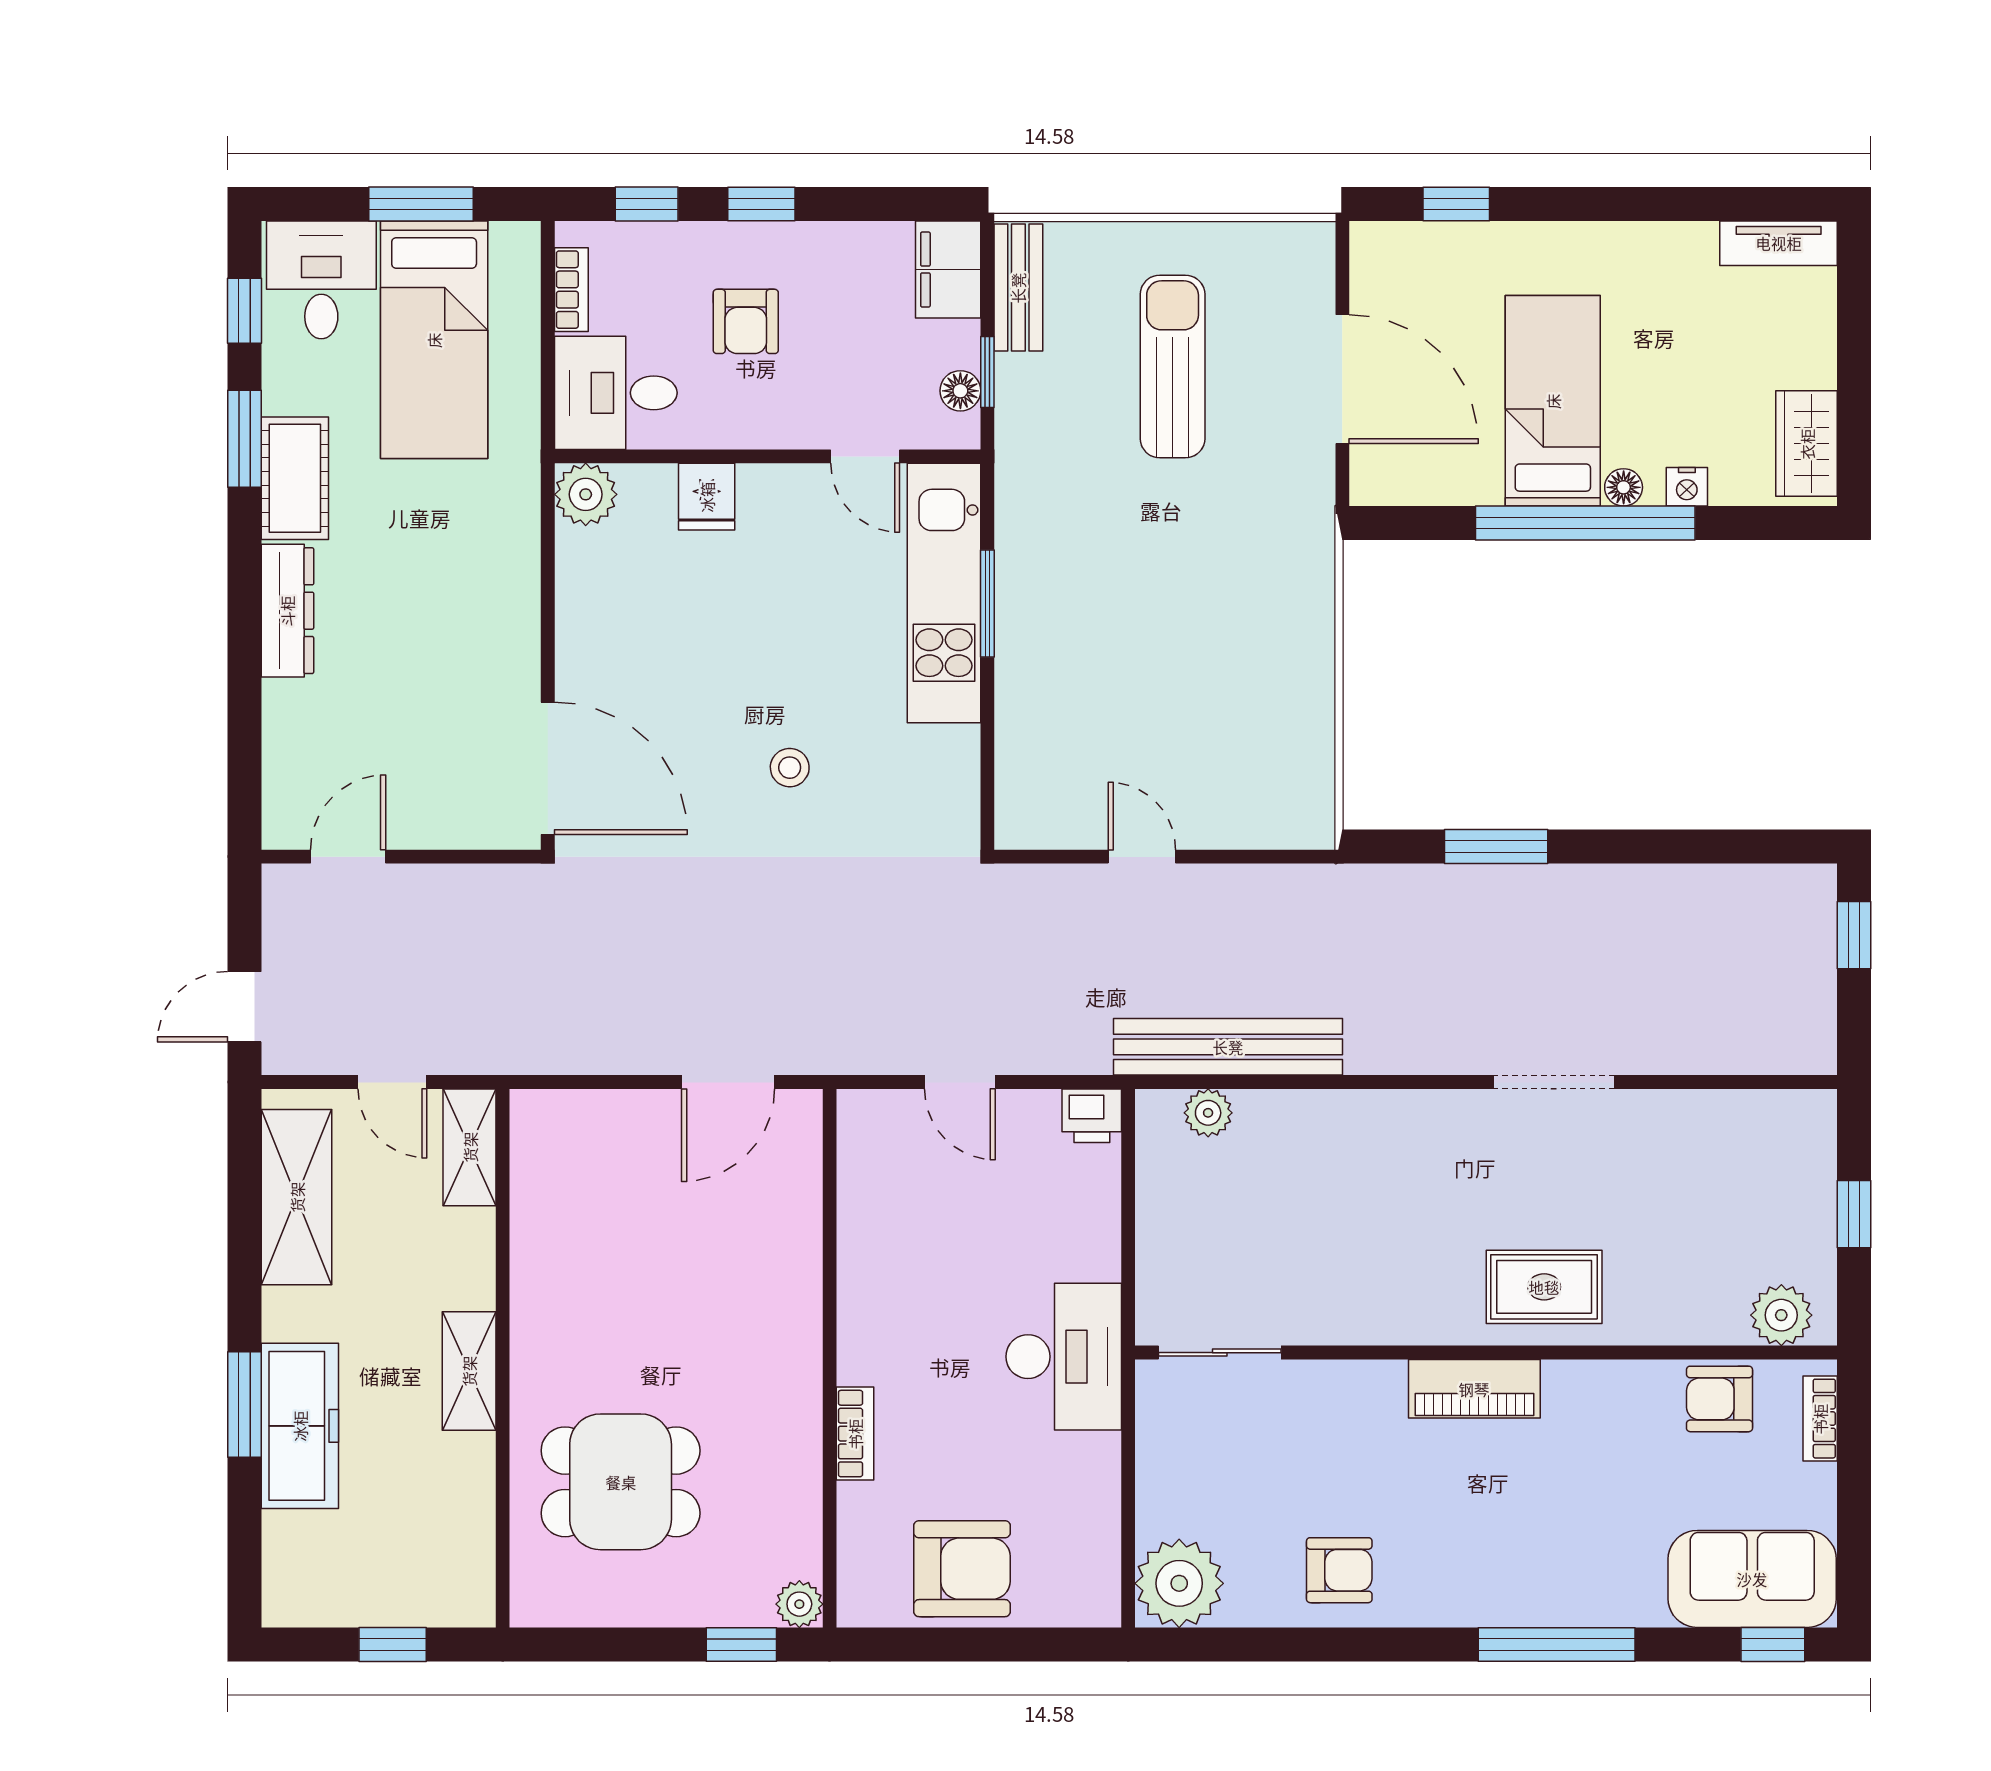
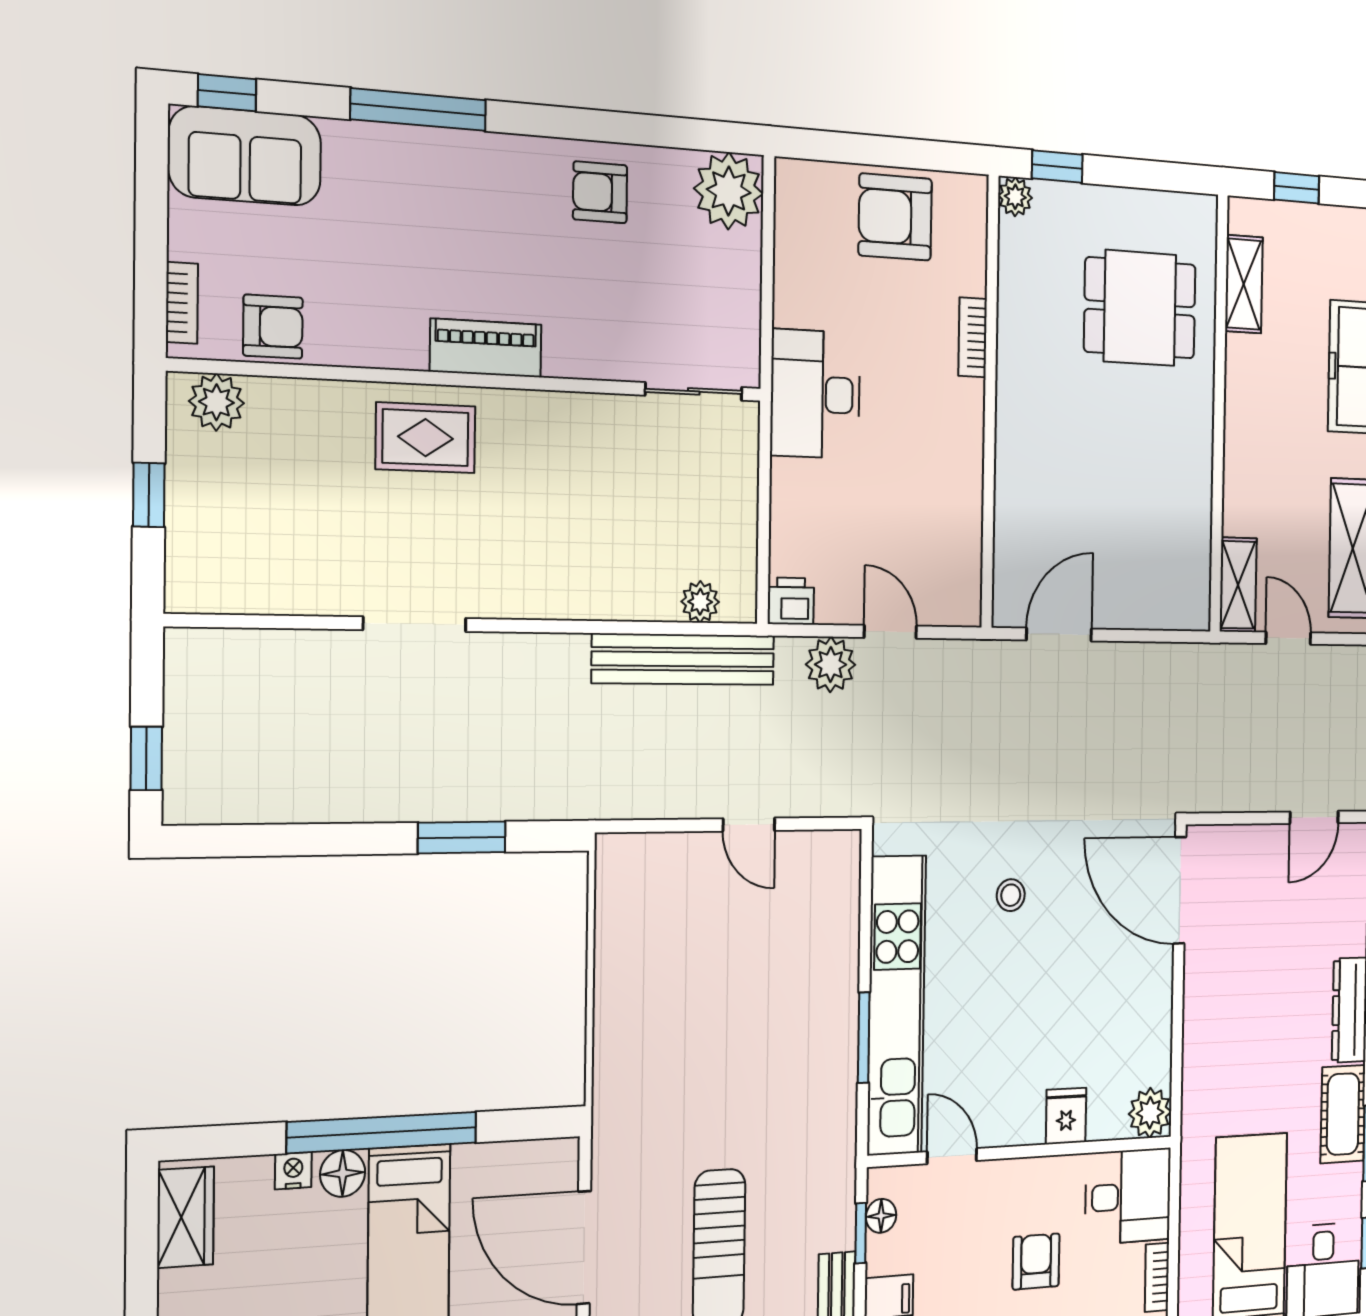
floor lamp: (1624, 487) -> (343, 1173), width x1.37, depth x1.37
kitchen unit: (944, 593) -> (896, 1005), width x1.36
plant: (1039, 1043) -> (831, 665), added
shelving: (469, 1371) -> (1244, 284), moved

